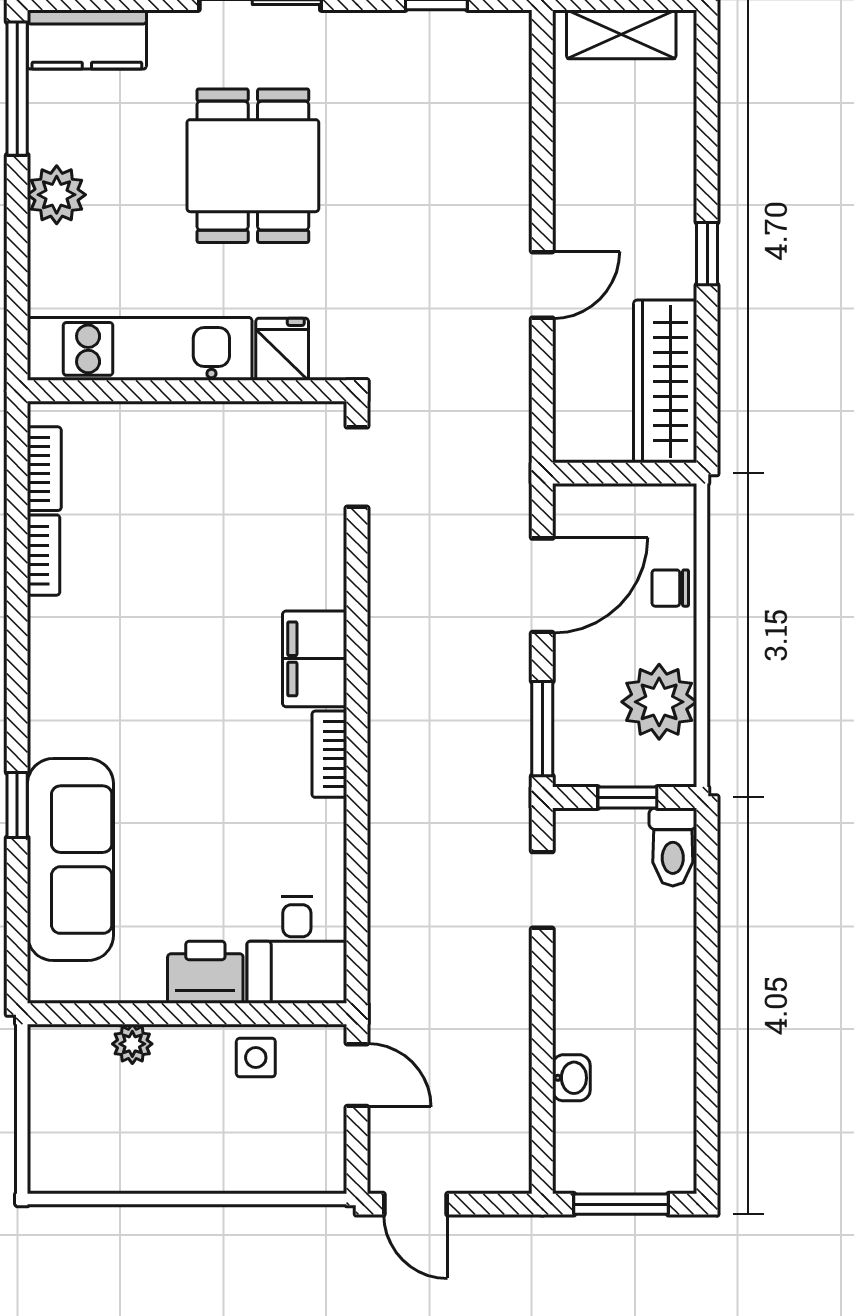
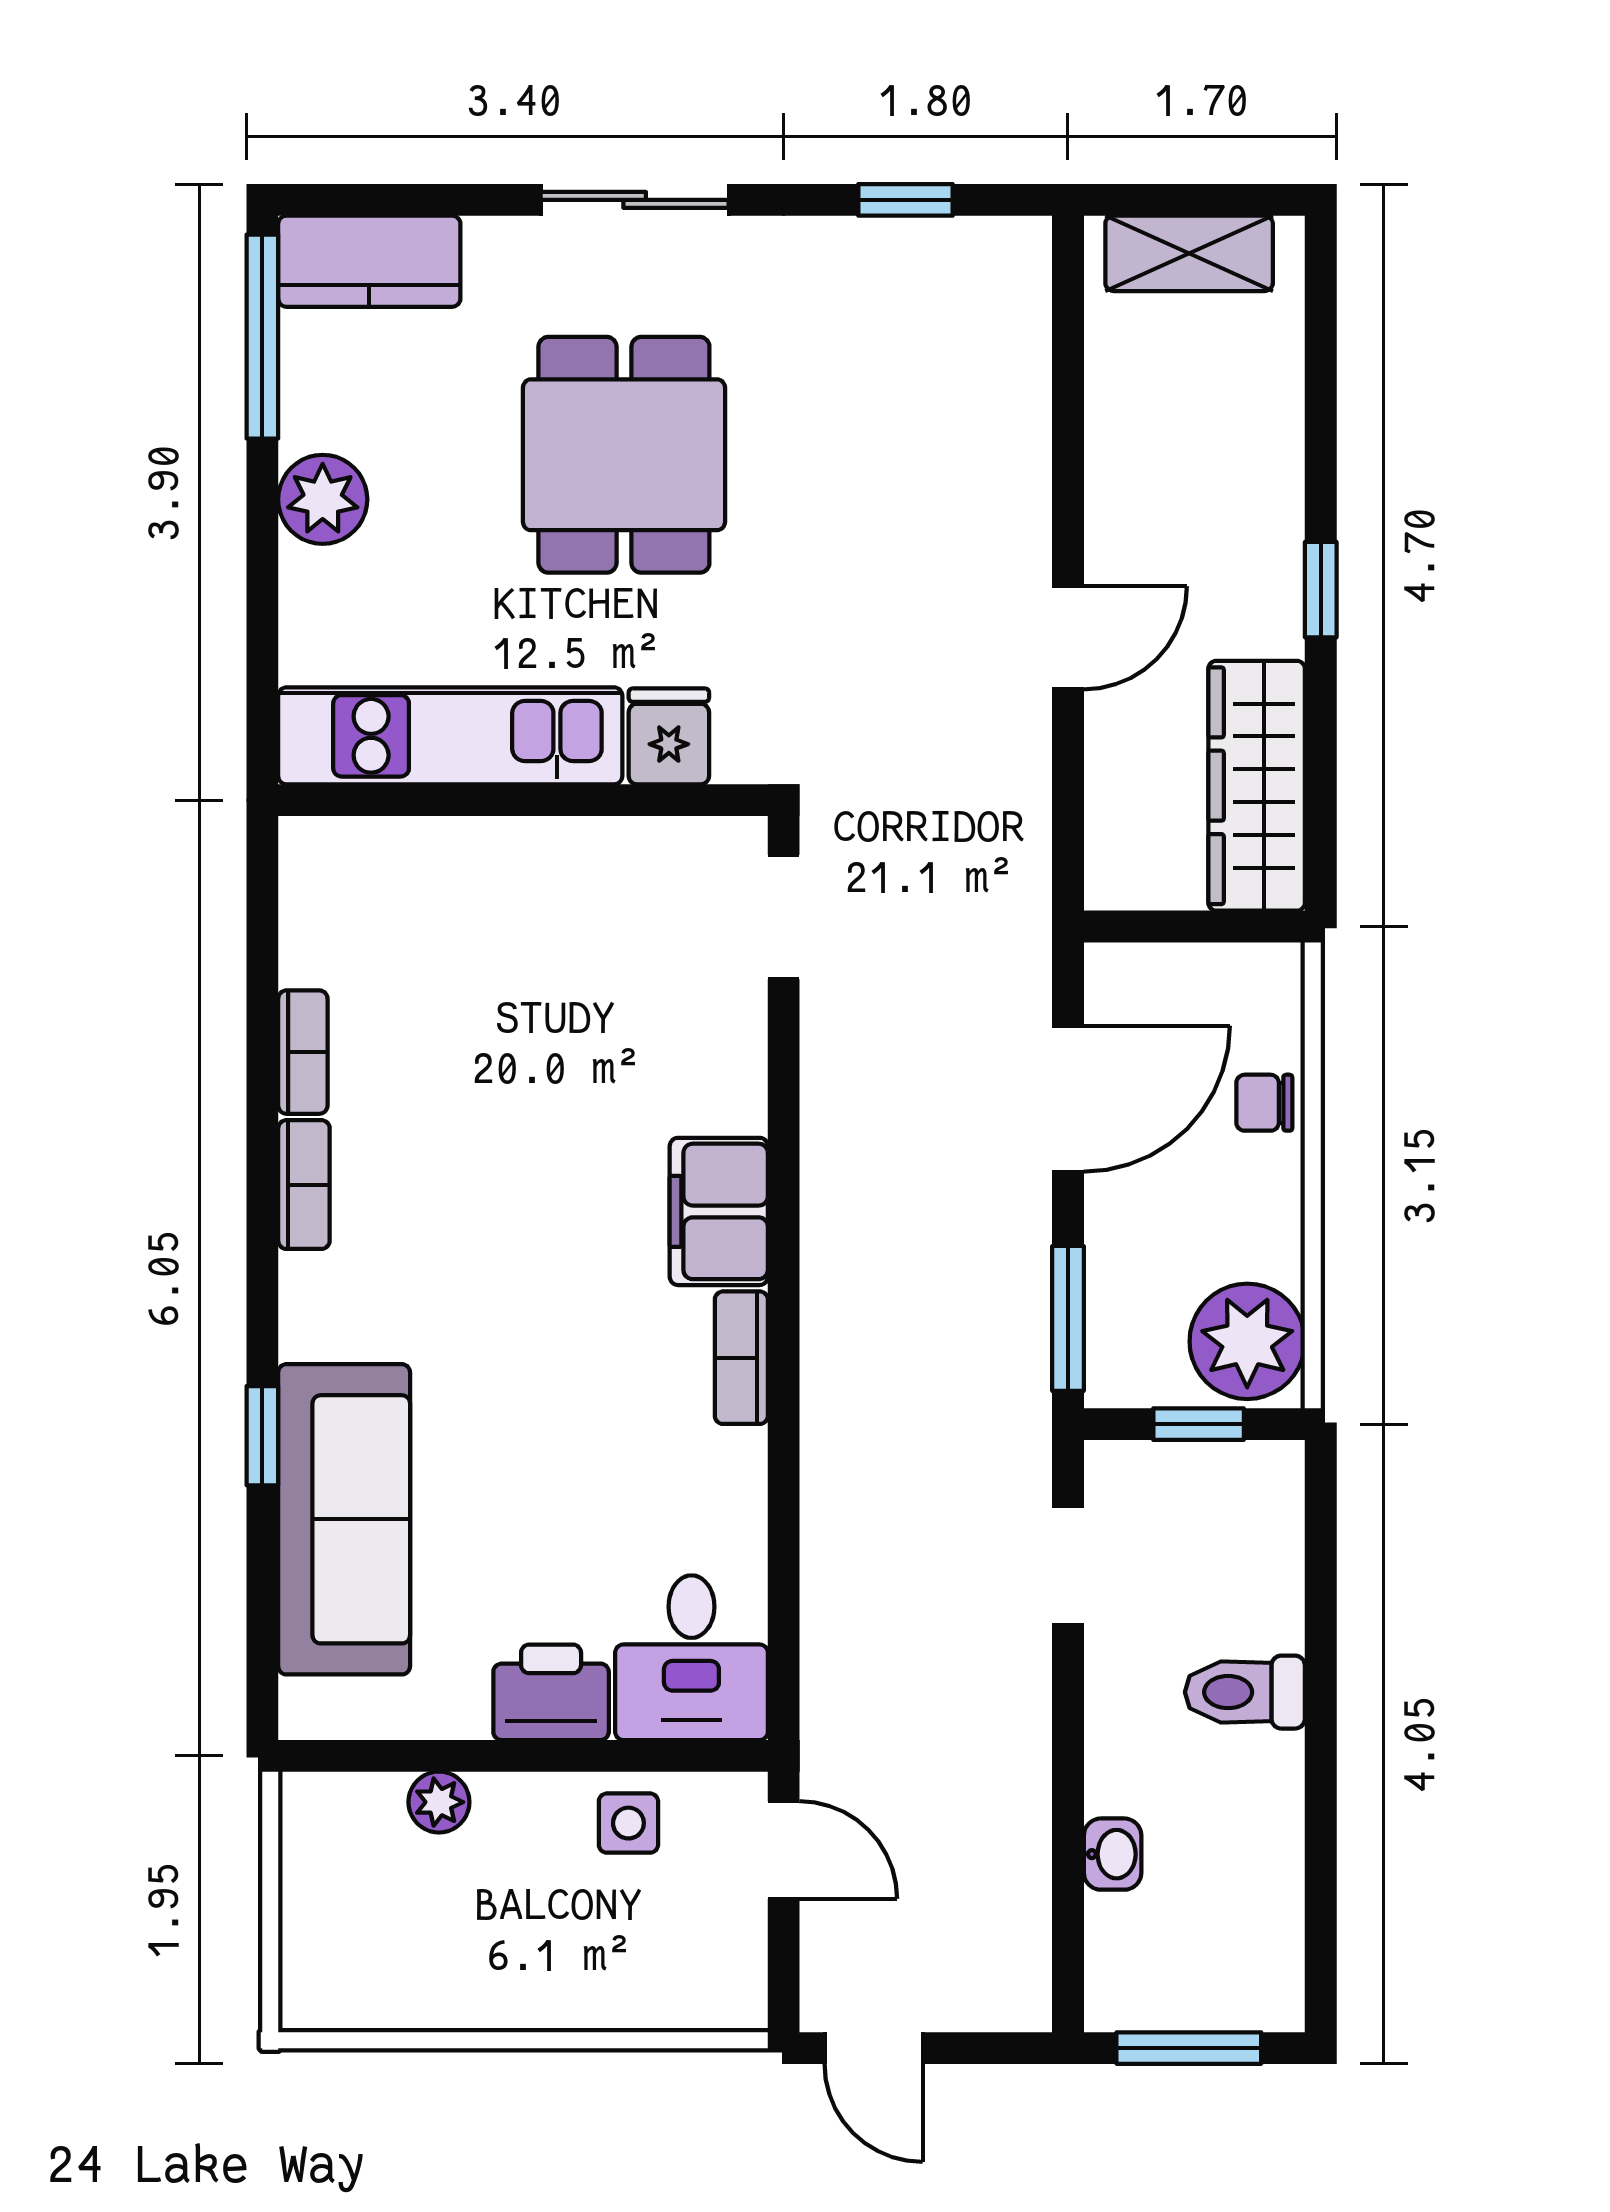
bookcase: (44, 469) -> (304, 1185), moved
plant: (659, 702) -> (1247, 1341), moved
toilet: (673, 847) -> (1245, 1692), moved, turned 90

